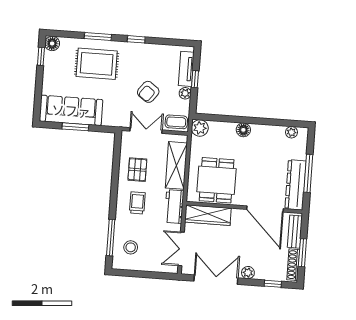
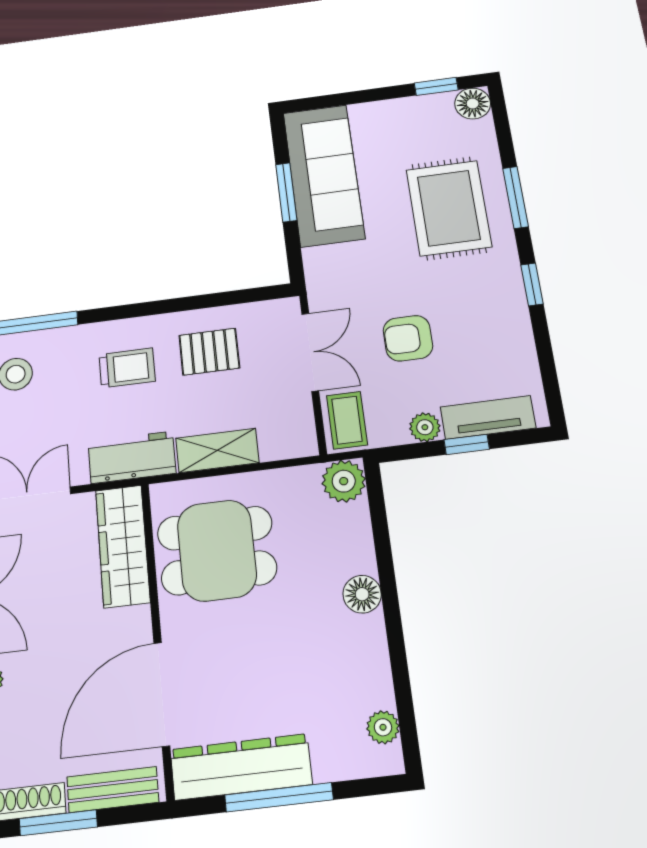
armchair: (148, 92) -> (408, 338), turned -37
shelving: (176, 165) -> (217, 450), width x0.67, depth x0.75

